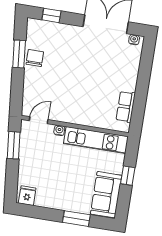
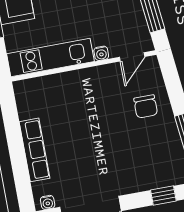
chair: (35, 58) -> (146, 106), moved
row of seats: (126, 107) -> (35, 150), moved, width x1.48

